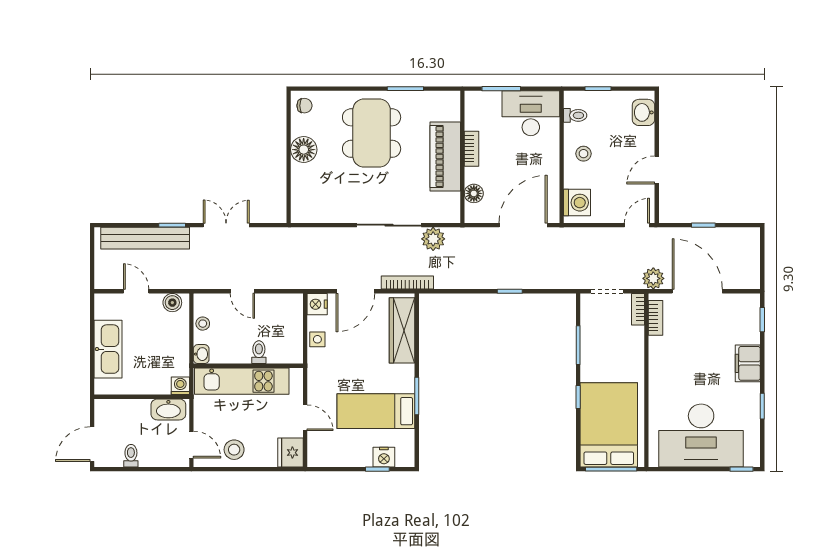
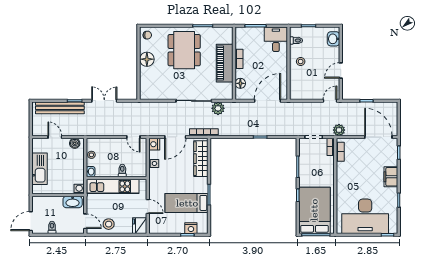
desk: (531, 113) -> (276, 39), width x0.73
washing machine: (577, 203) -> (297, 88), removed
door: (242, 291) -> (133, 137), moved
door: (697, 291) -> (378, 137), moved

